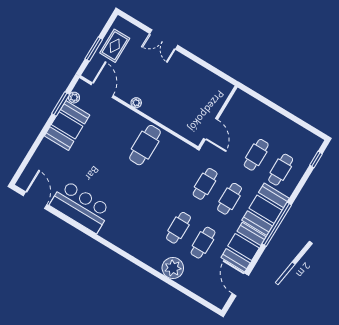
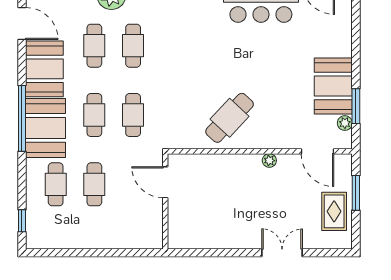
cafe table: (145, 145) -> (230, 118), turned 43

